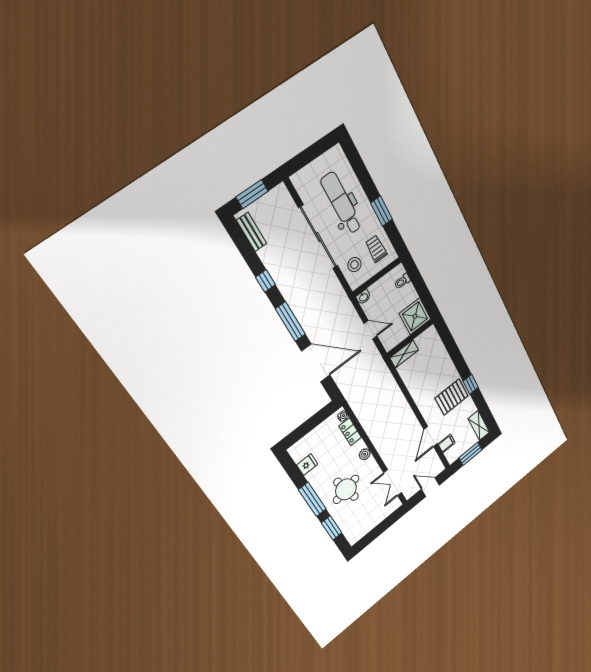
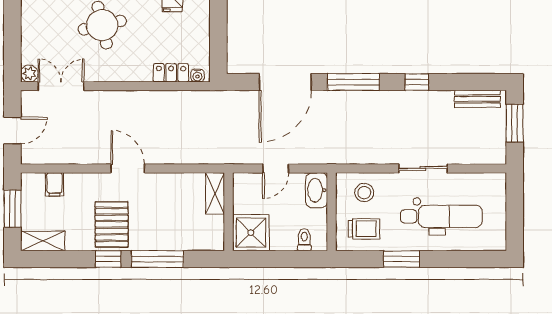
sliding door: (318, 237) -> (423, 168), width x0.54
washbasin: (363, 297) -> (317, 190), width x1.91, depth x1.45
window: (457, 358) -> (157, 259), added
door: (431, 437) -> (128, 168), moved
plant: (365, 454) -> (29, 73), moved

